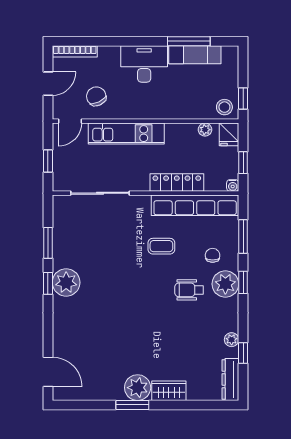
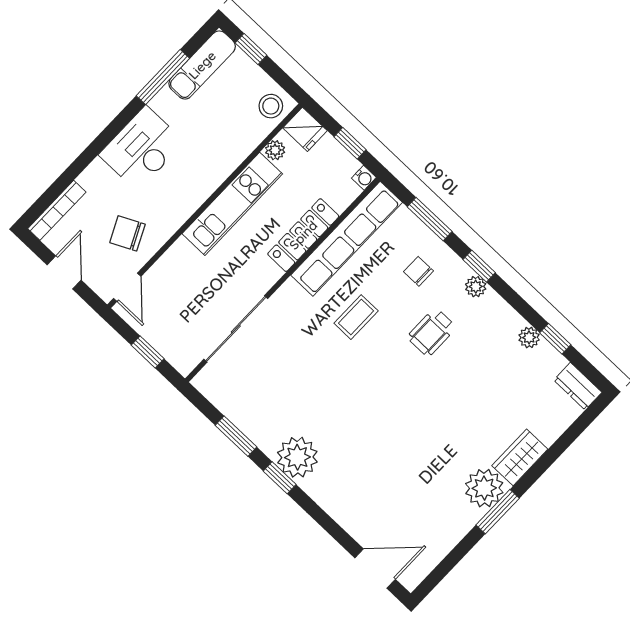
exam couch: (195, 55) -> (202, 65), moved
window: (243, 99) -> (251, 49), moved
kitchen unit: (126, 134) -> (232, 204), moved
plant: (225, 284) -> (476, 287), width x0.53, depth x0.53
dresser: (230, 379) -> (578, 386), width x0.70

